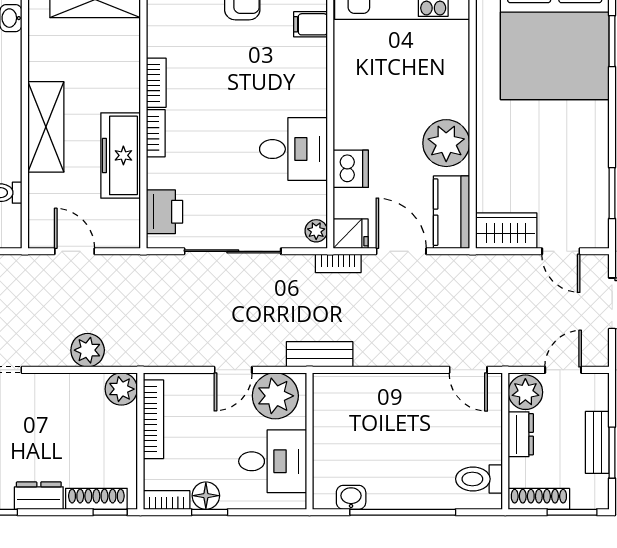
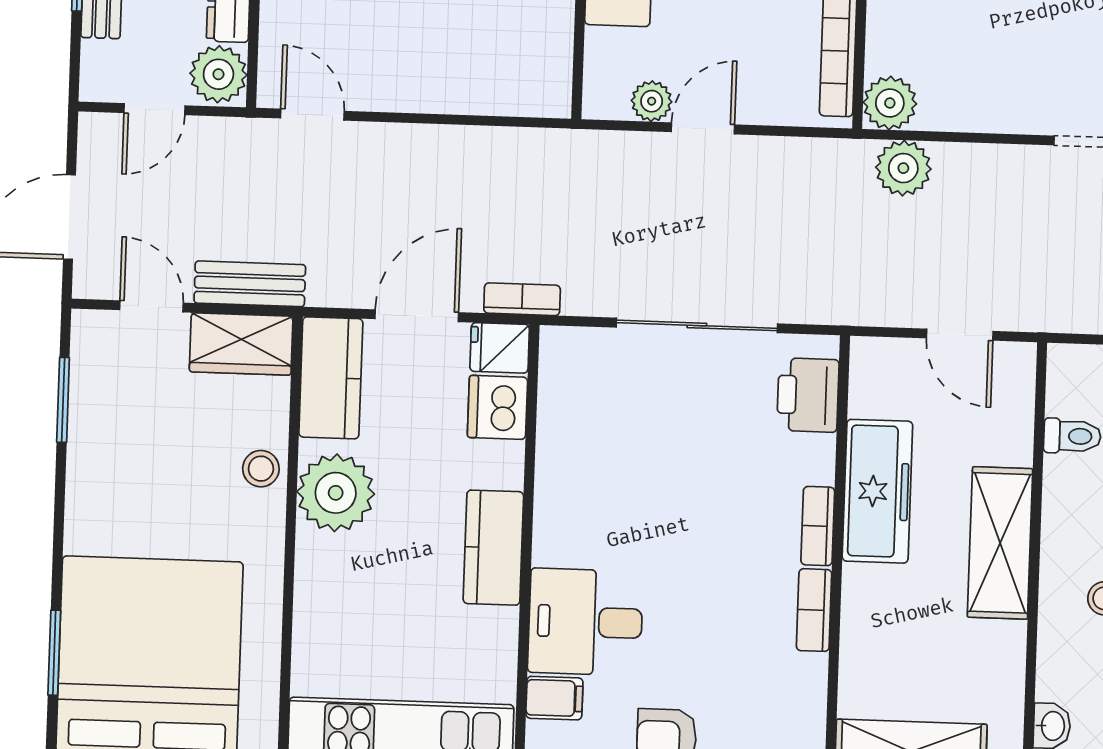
kitchen counter: (350, 113) -> (493, 548), added
desk: (293, 149) -> (585, 622), moved
stool: (492, 156) -> (261, 469), added
dishwasher: (351, 169) -> (498, 407), moved
plant: (316, 231) -> (557, 355), removed
door: (401, 251) -> (417, 316), swing flipped
plant: (88, 350) -> (903, 168), moved
bench: (320, 354) -> (250, 284), moved
plant: (275, 396) -> (652, 101), width x0.53, depth x0.53

